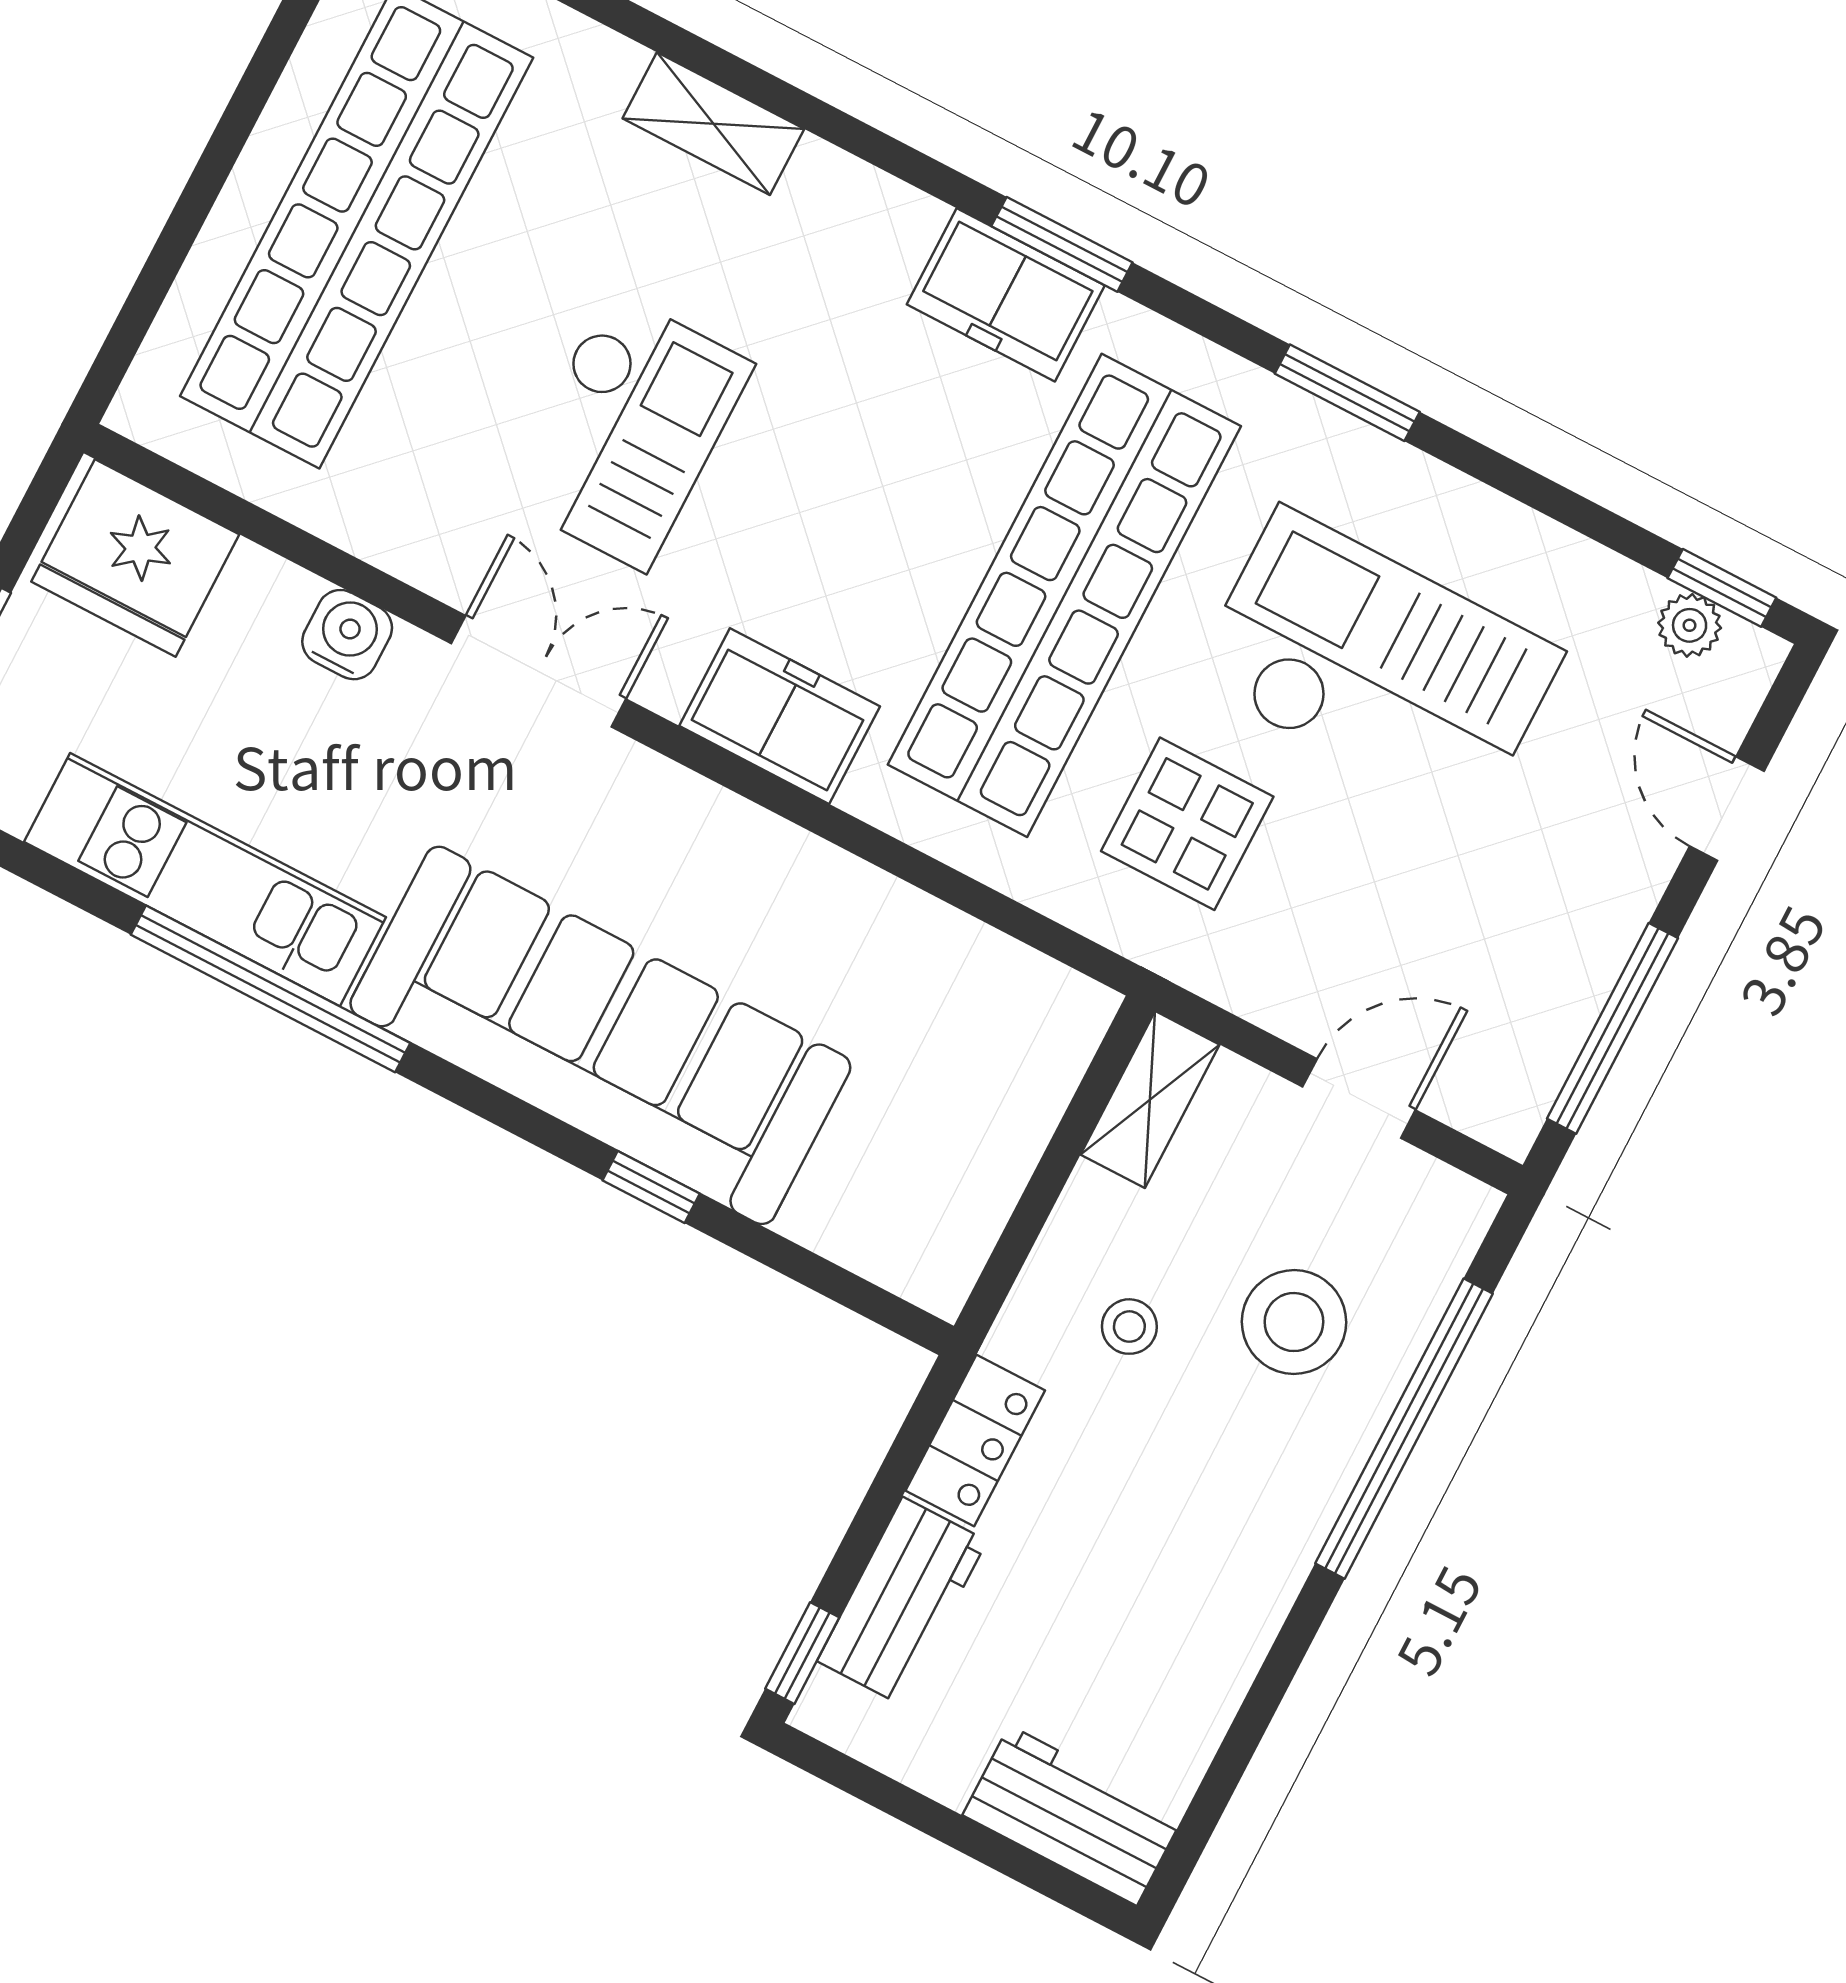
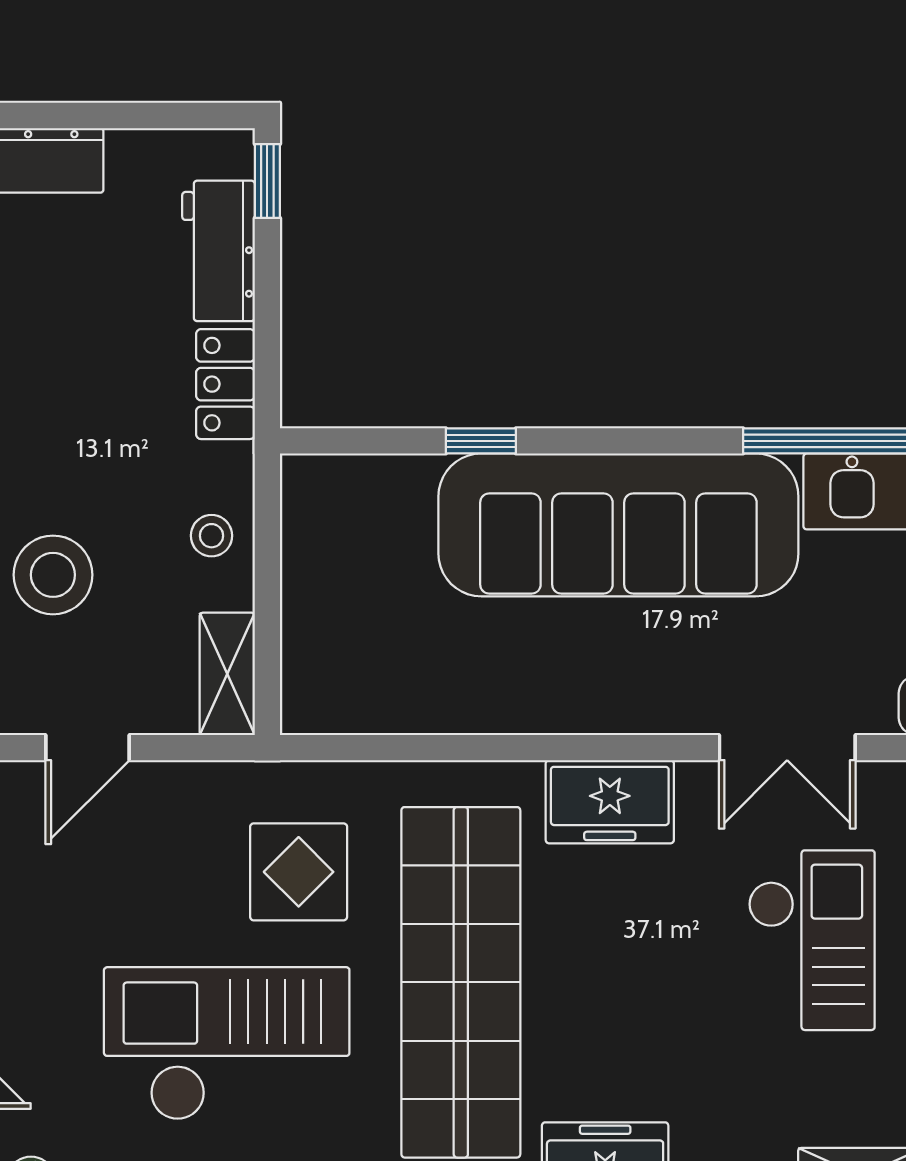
checkout: (627, 431) -> (812, 940), turned 180
checkout: (1376, 666) -> (227, 1044), turned 180
window: (651, 1187) -> (481, 441), moved
stool: (1129, 1327) -> (211, 536), moved

